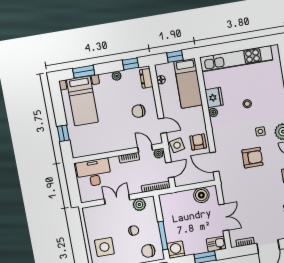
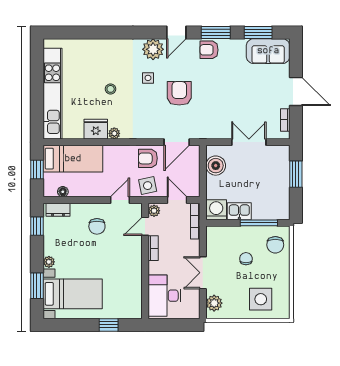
plant: (117, 76) -> (49, 262), moved
plant: (139, 204) -> (214, 303), moved
kitchen sink: (216, 244) -> (239, 211), moved, turned 90
washing machine: (176, 250) -> (216, 210), moved, turned 90

